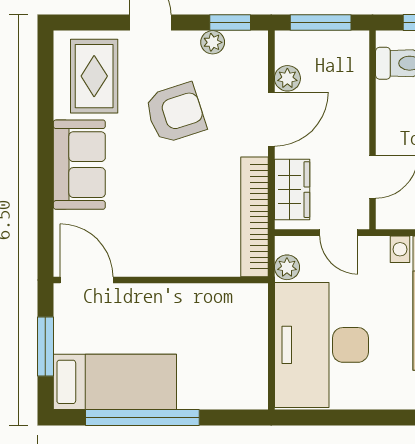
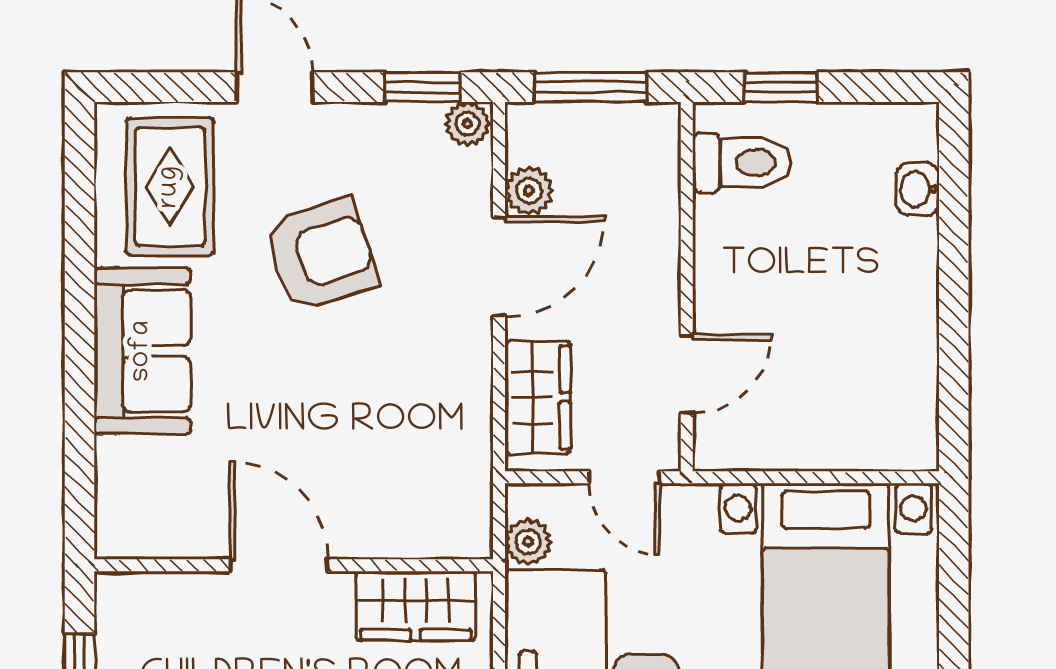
plant: (213, 42) -> (467, 124), moved
bookcase: (255, 217) -> (468, 448), removed
door: (87, 280) -> (279, 565), moved
wardrobe: (226, 302) -> (416, 606), added

